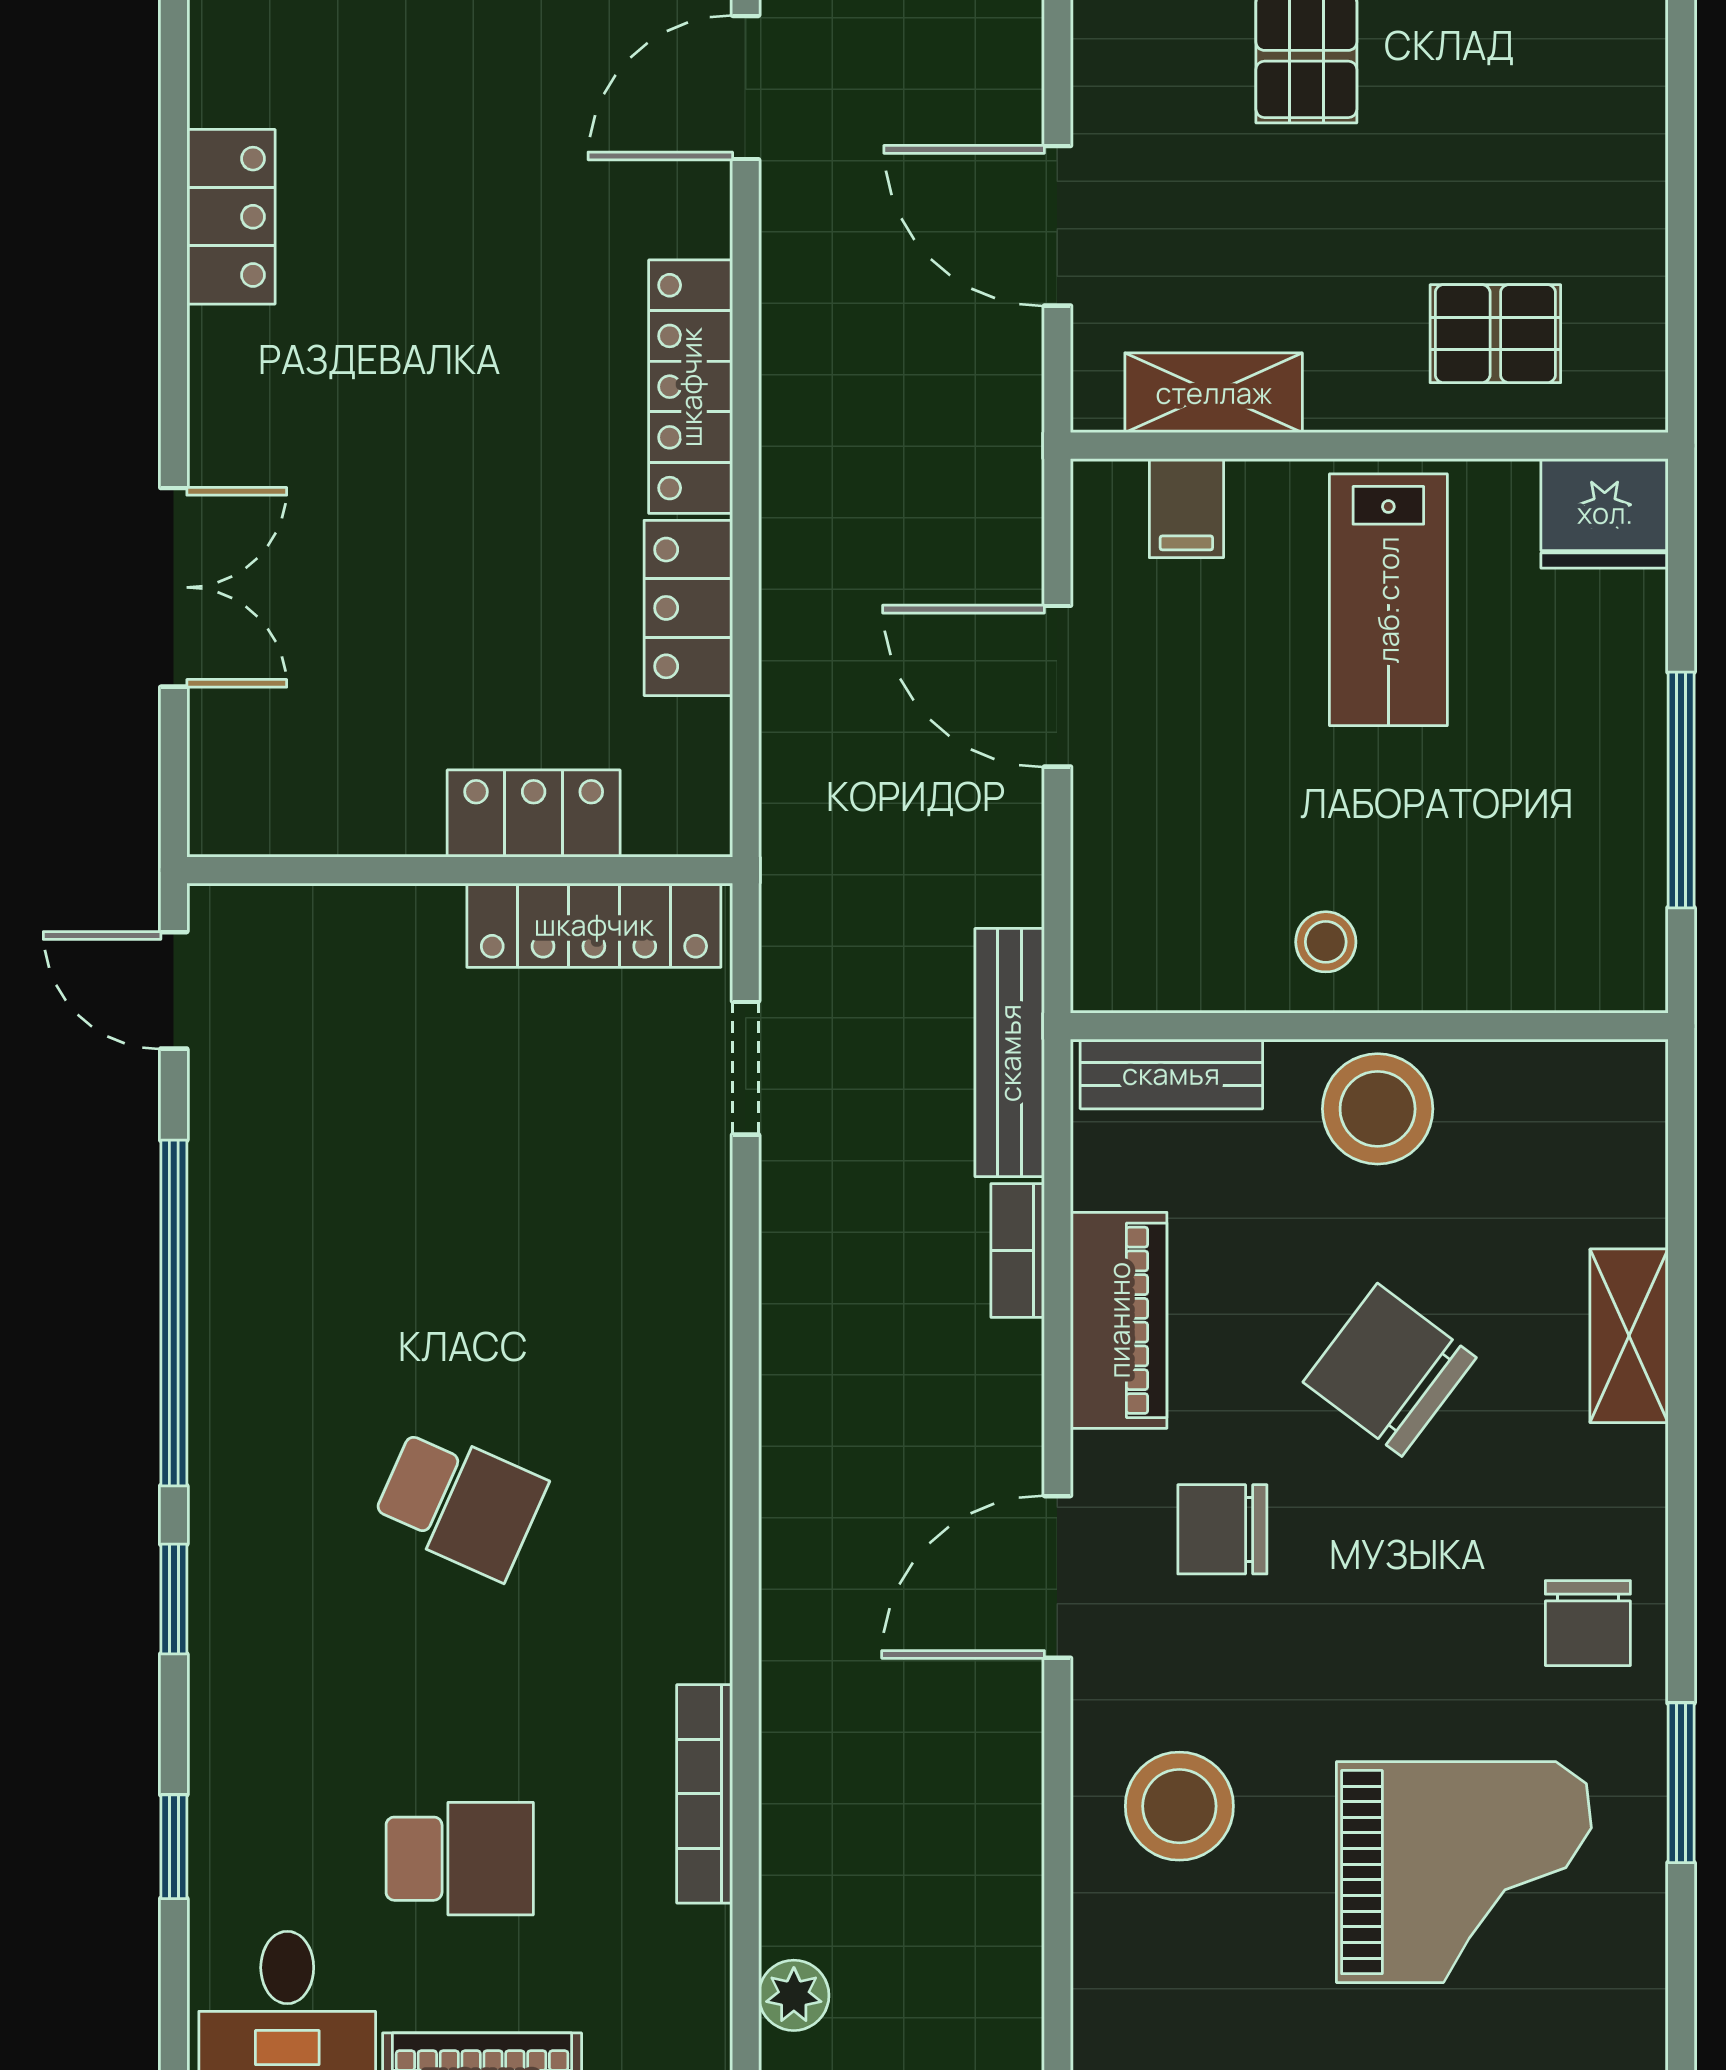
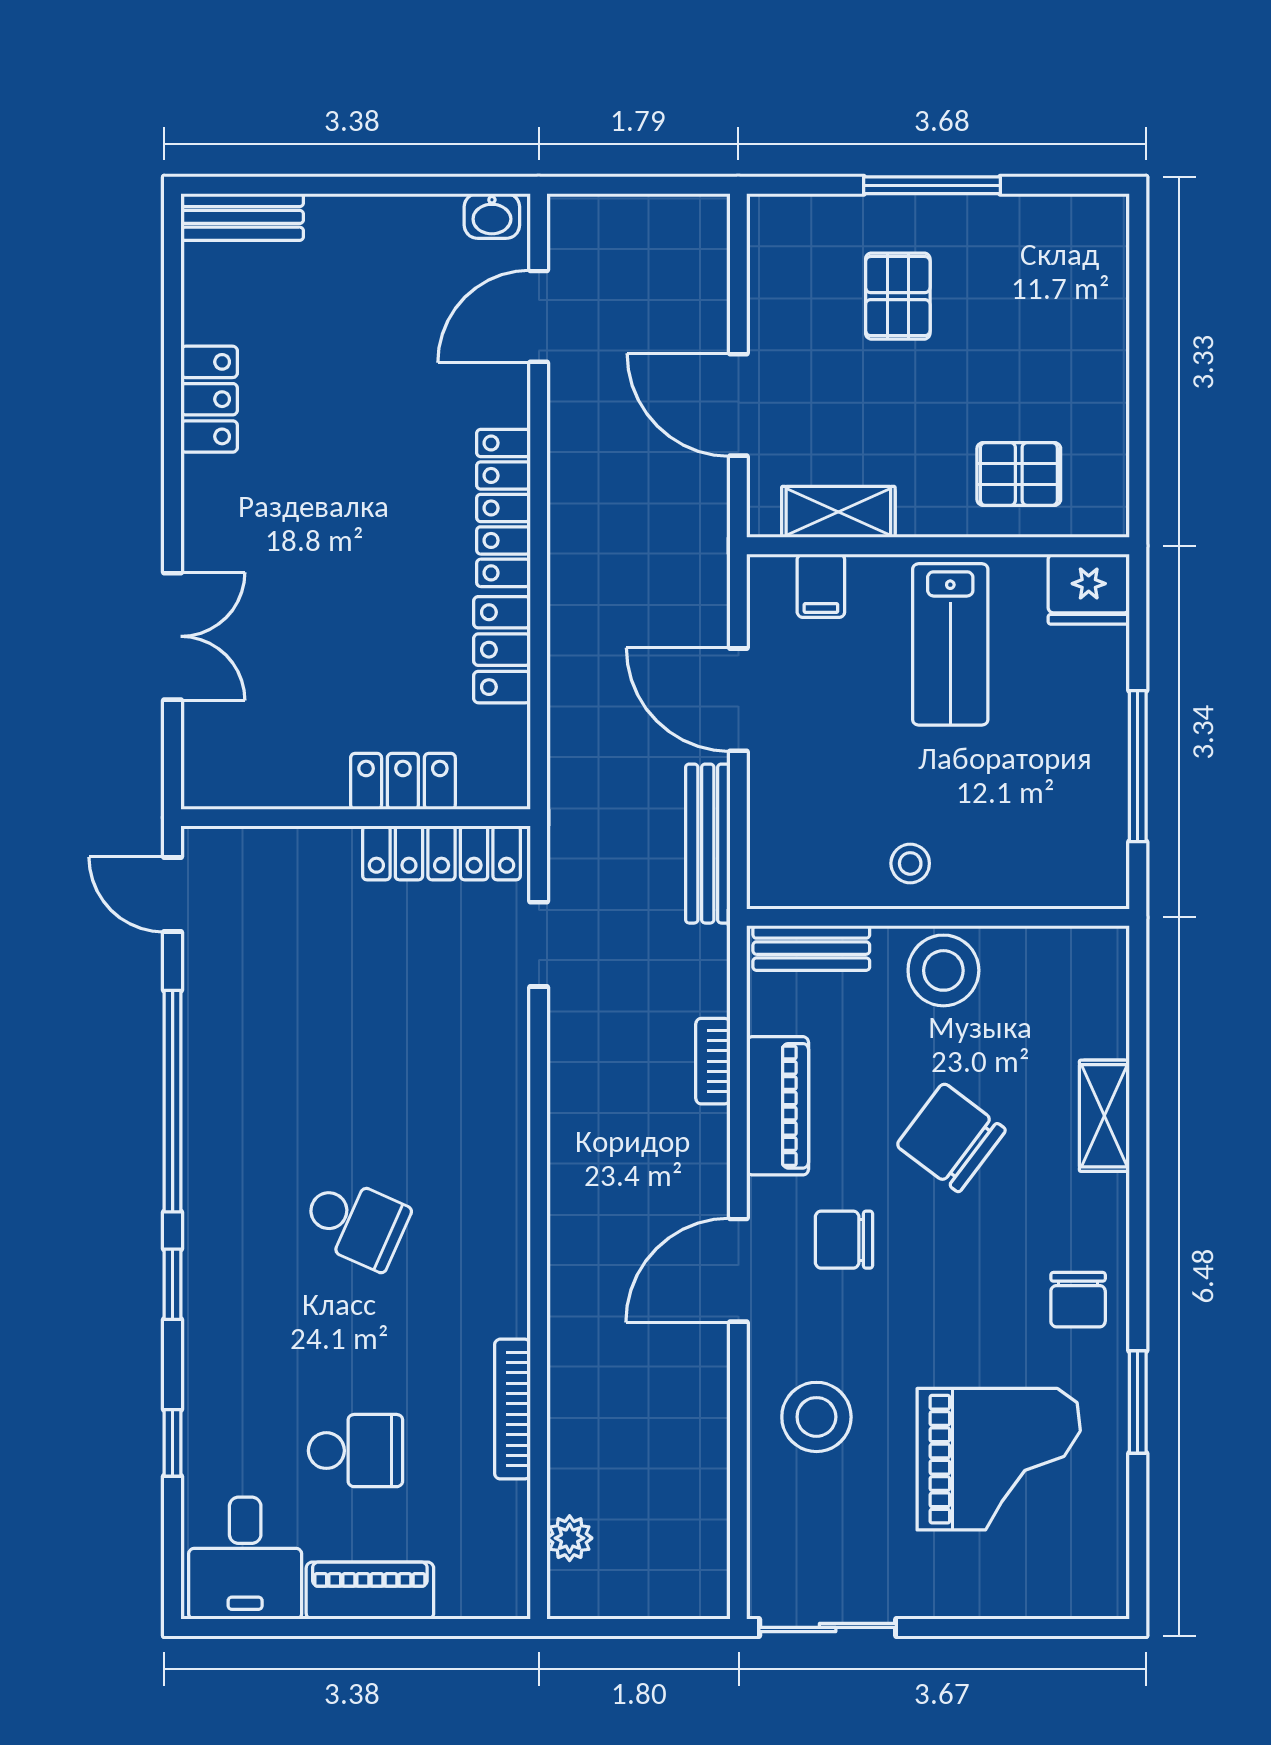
bench: (1010, 1053) -> (708, 844), moved

